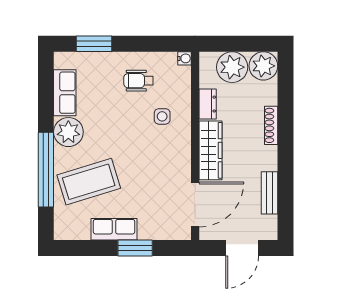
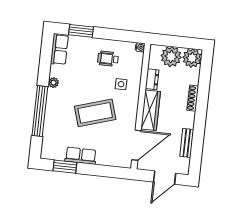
row of seats: (65, 93) -> (59, 49), moved
plant: (68, 132) -> (54, 83), width x0.53, depth x0.53
coffee table: (89, 182) -> (95, 113), moved
window: (135, 248) -> (65, 167), moved

